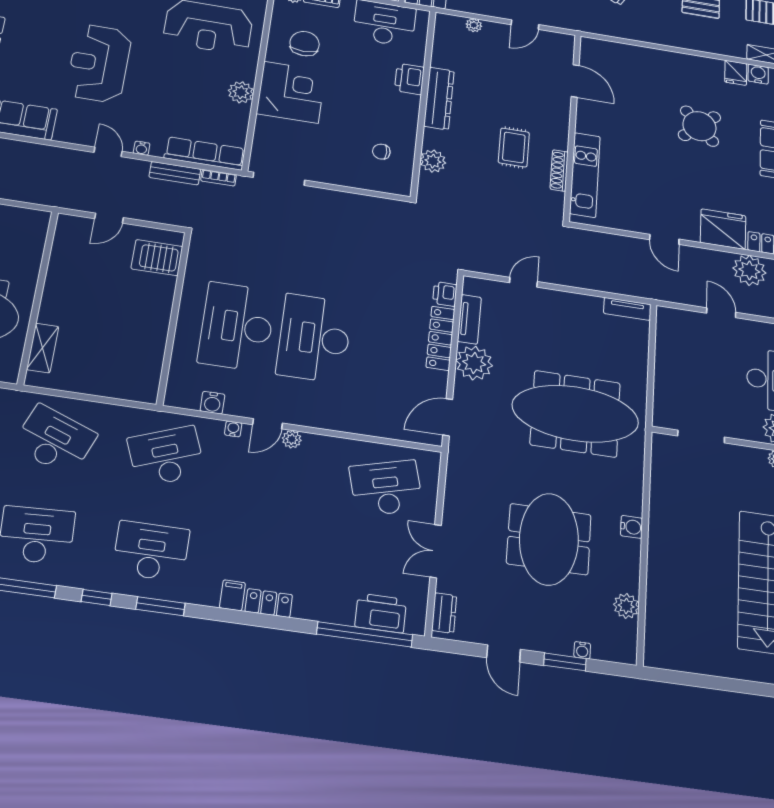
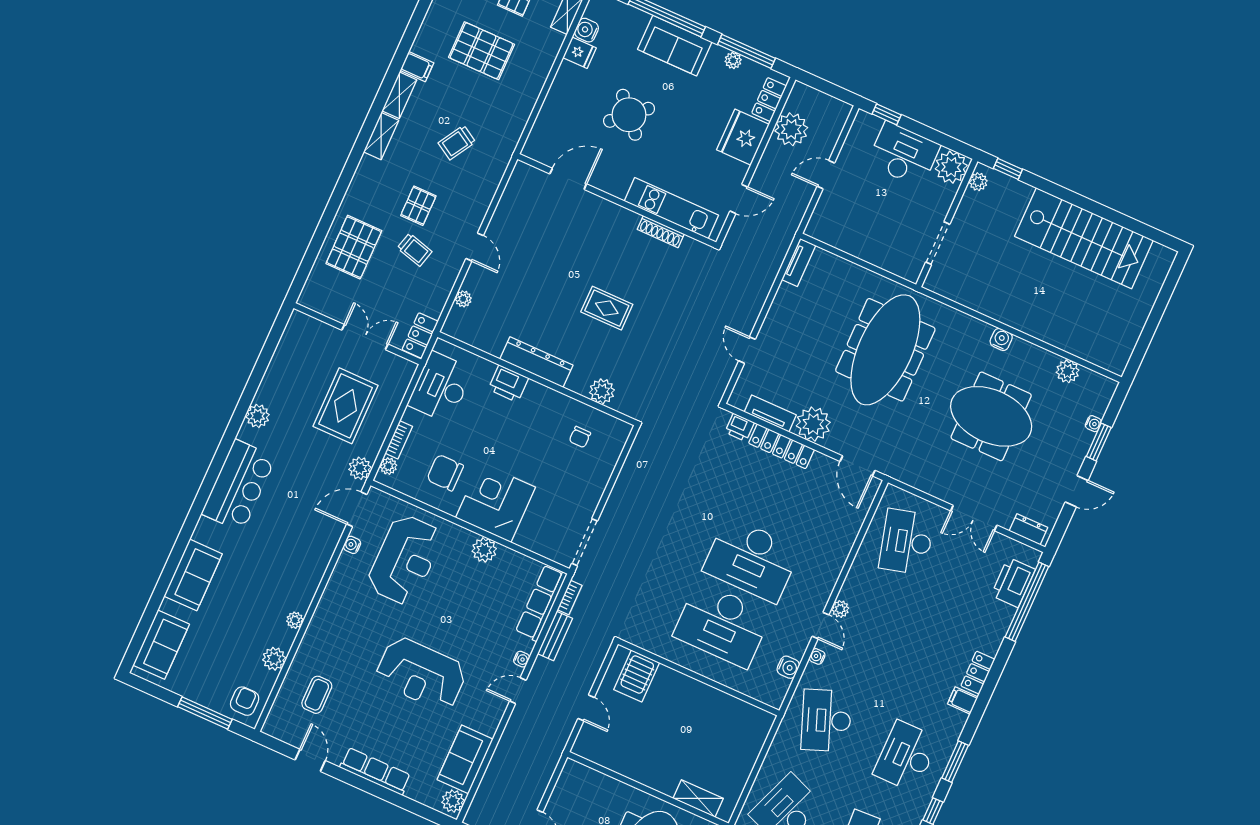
door: (575, 81) -> (568, 179), moved
wall: (572, 126) -> (617, 201), moved
shoe rack: (559, 170) -> (661, 232), moved
kitchen unit: (585, 175) -> (671, 208), moved

